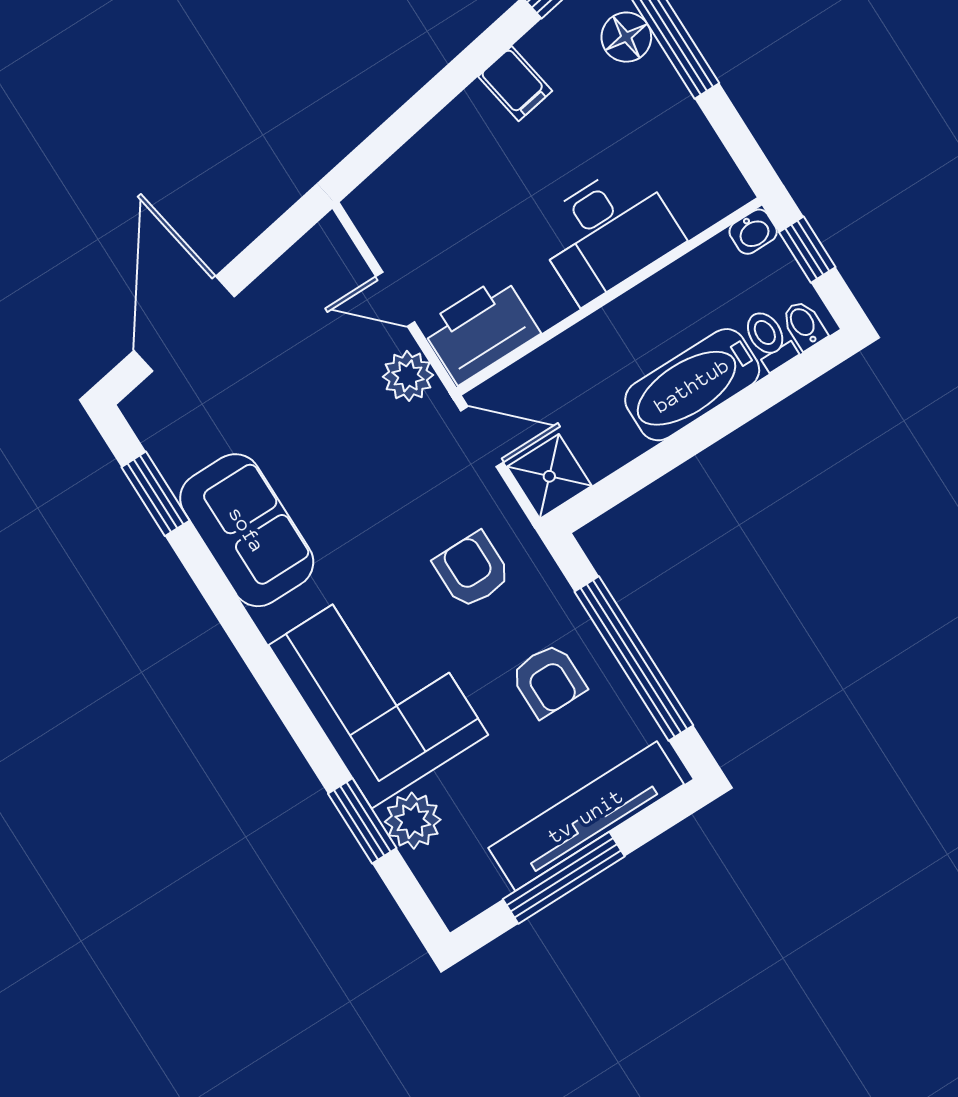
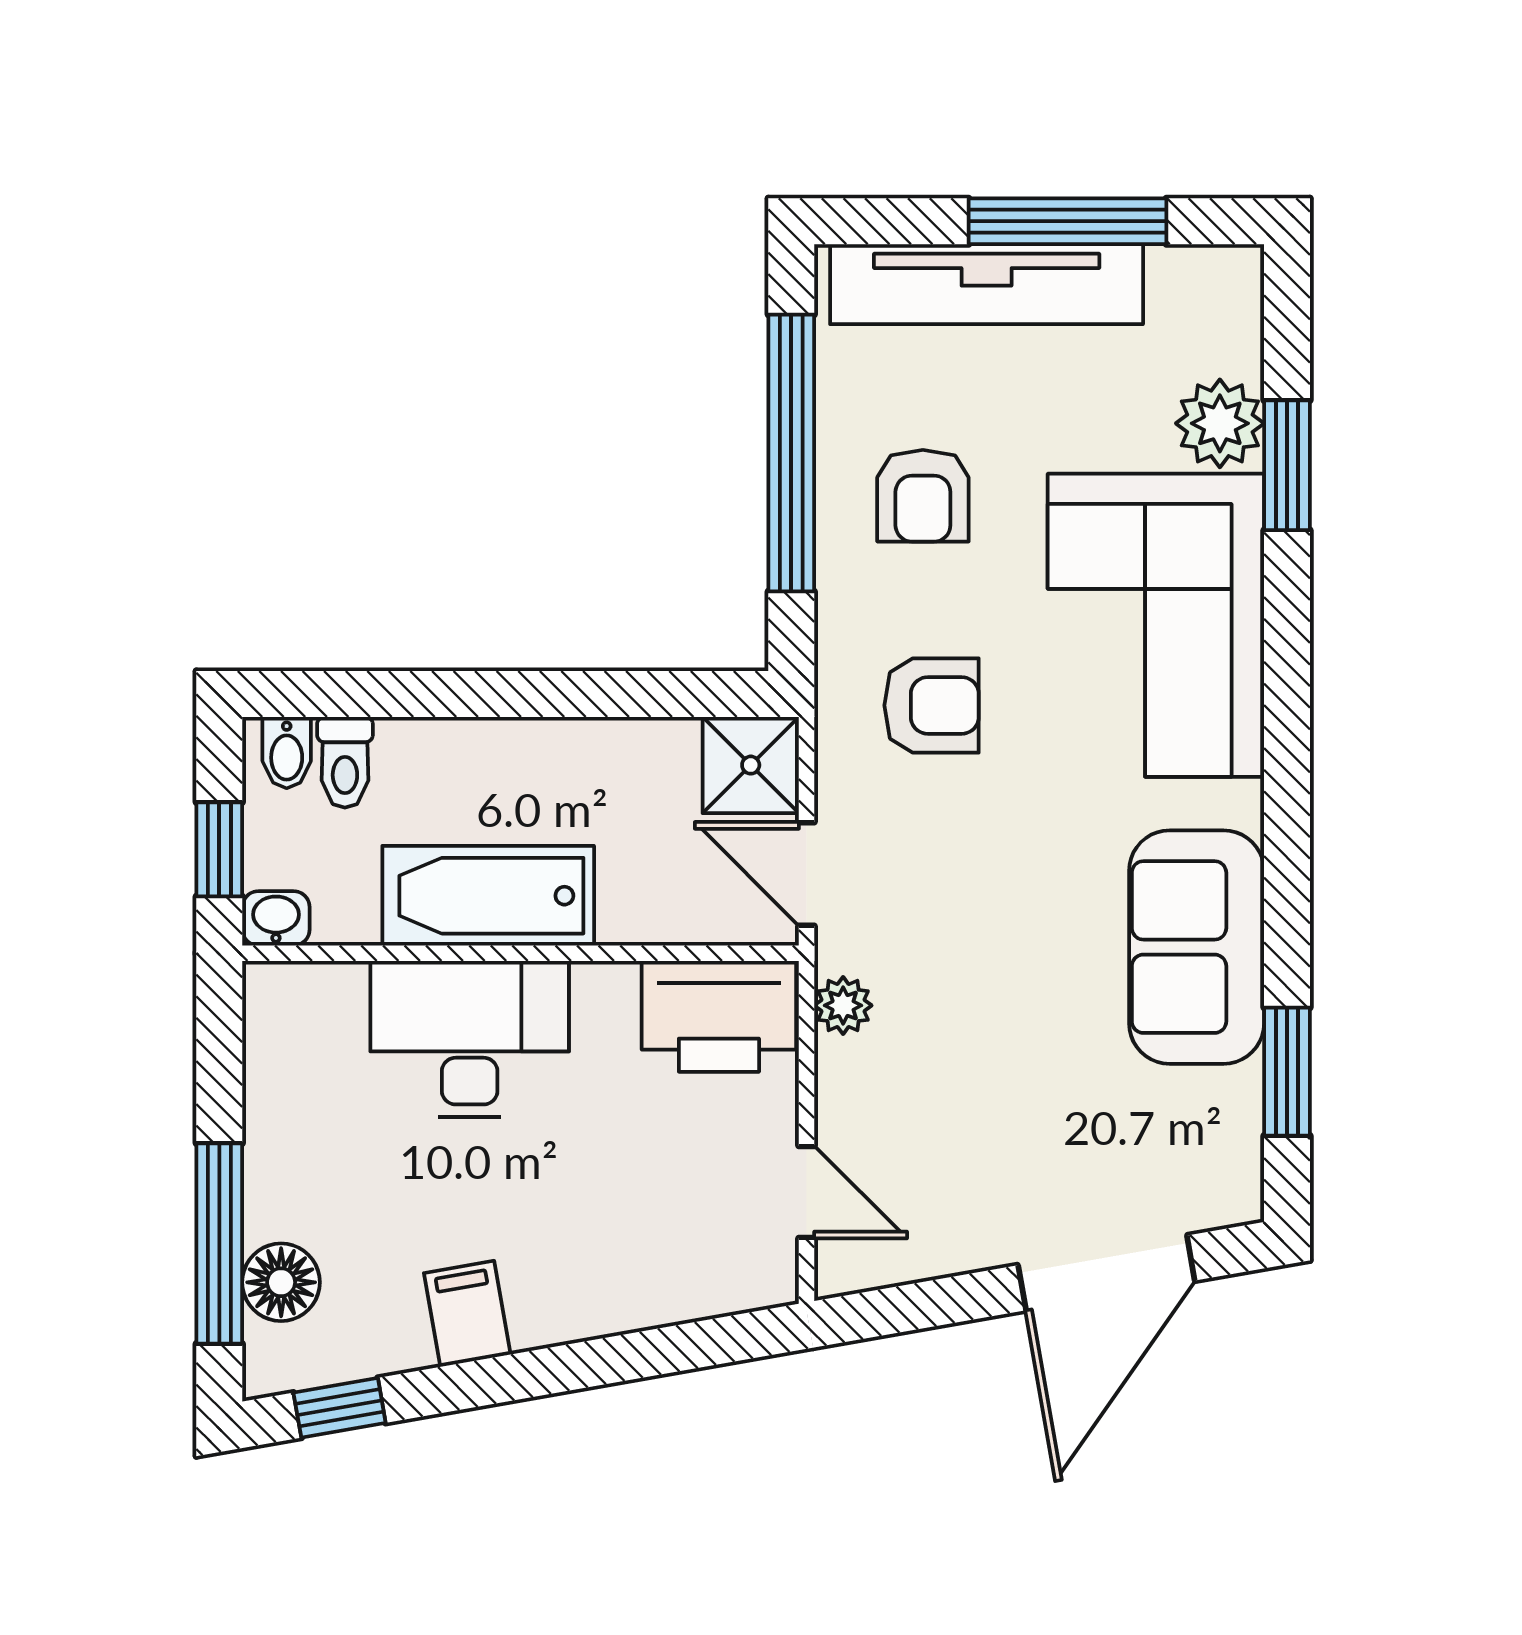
door: (395, 299) -> (807, 1192), moved
plant: (408, 376) -> (843, 1005), width x0.73, depth x0.73
bathtub: (692, 385) -> (488, 896), moved, turned 180
armchair: (472, 570) -> (932, 705), turned -90
armchair: (548, 680) -> (923, 496), turned 180

